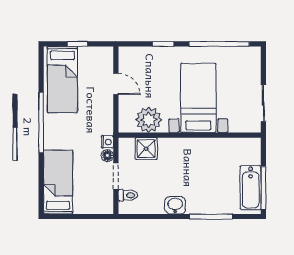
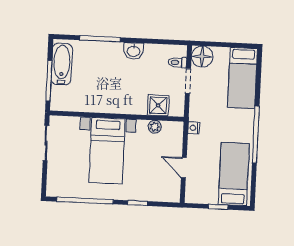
plant: (149, 120) -> (155, 127), width x0.53, depth x0.53
nightstand: (107, 142) -> (194, 128), moved
floor lamp: (107, 156) -> (202, 57), moved, width x1.89, depth x1.89
window: (263, 188) -> (49, 81), moved

